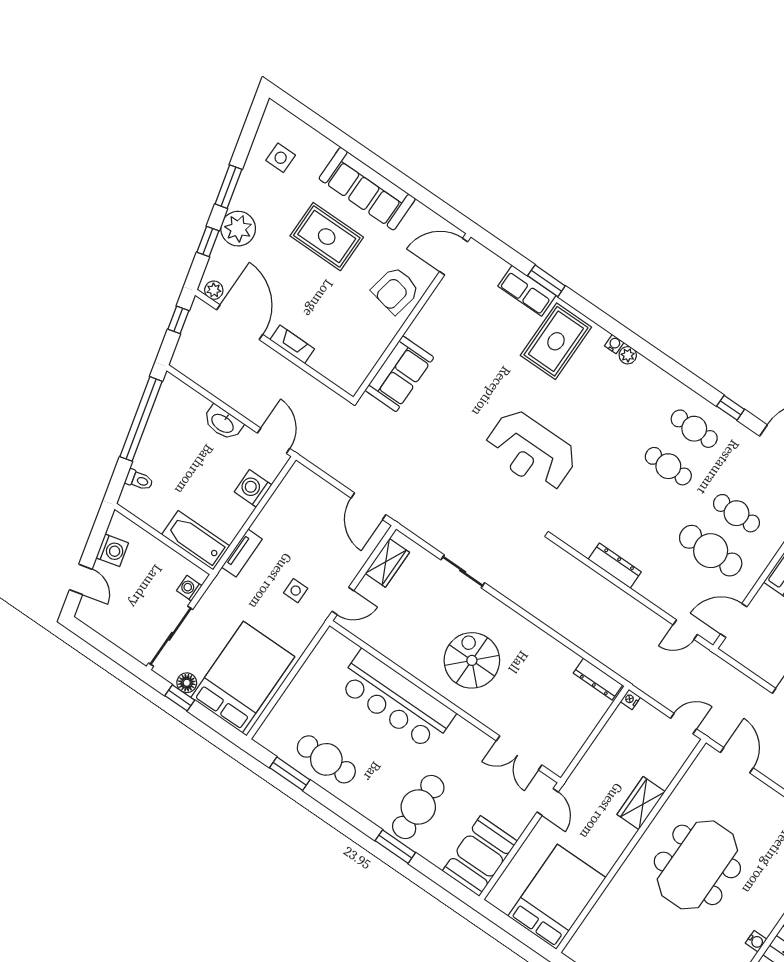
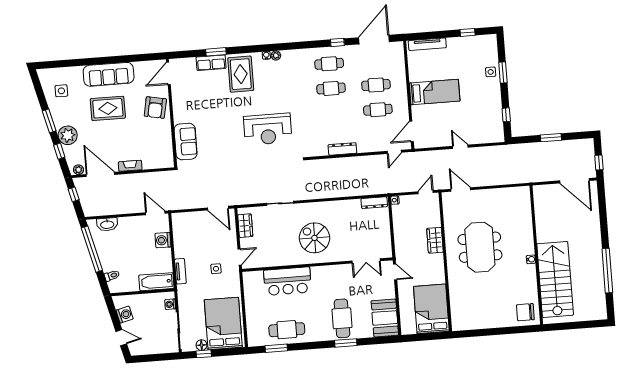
washbasin: (223, 423) -> (107, 224), moved
cafe table: (711, 551) -> (378, 110), width x0.73, depth x0.74
bar counter: (396, 700) -> (287, 281), width x0.73

